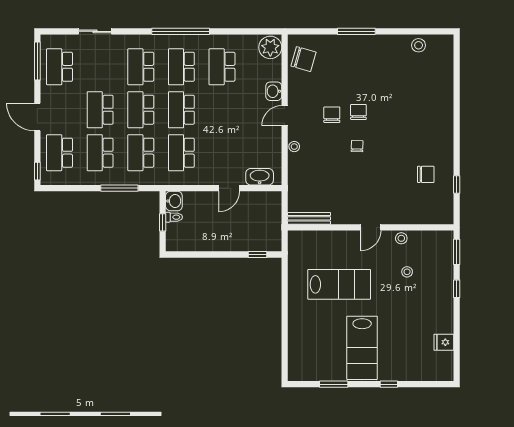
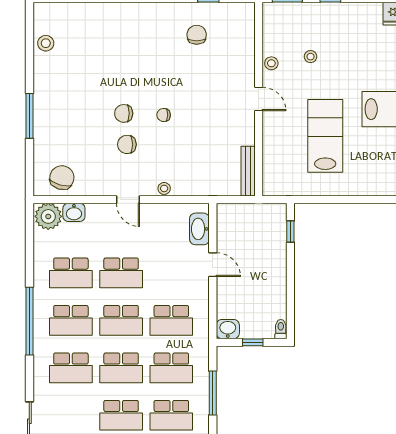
washbasin: (274, 91) -> (74, 212), moved
school desk: (222, 110) -> (121, 273), added
toilet: (174, 217) -> (281, 329), moved

